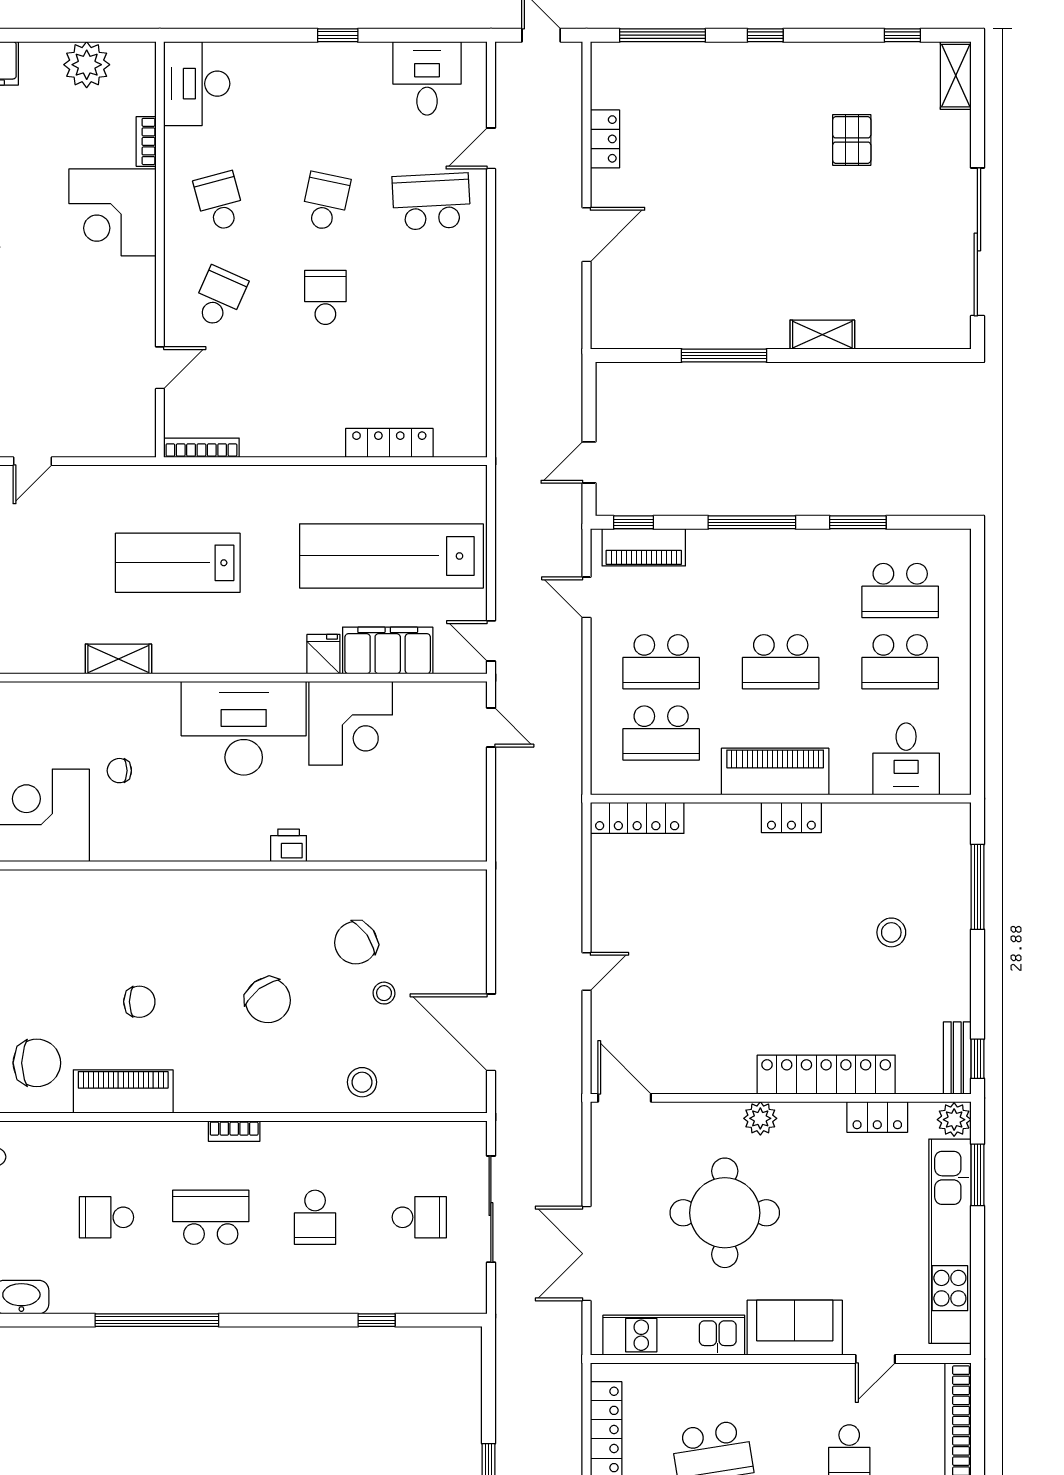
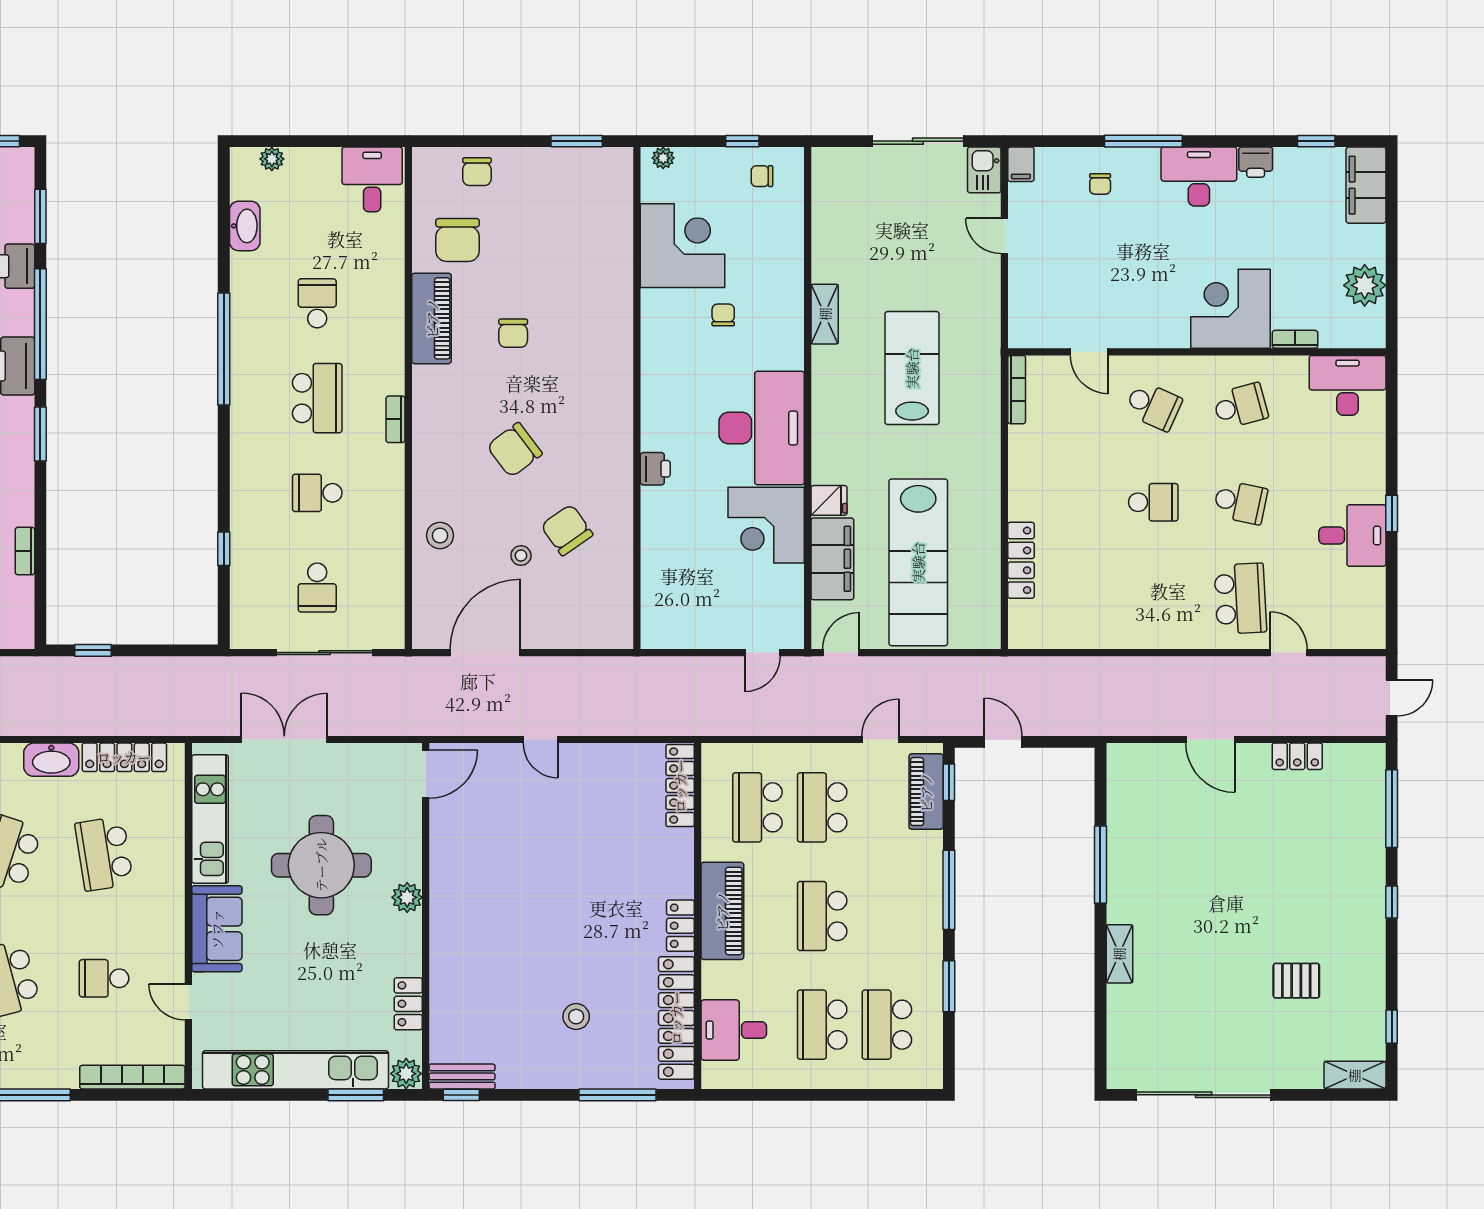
desk: (427, 78) -> (1352, 535), moved
lab bench: (391, 556) -> (918, 562), turned 180
locker: (826, 1075) -> (676, 1018), moved, turned 180

